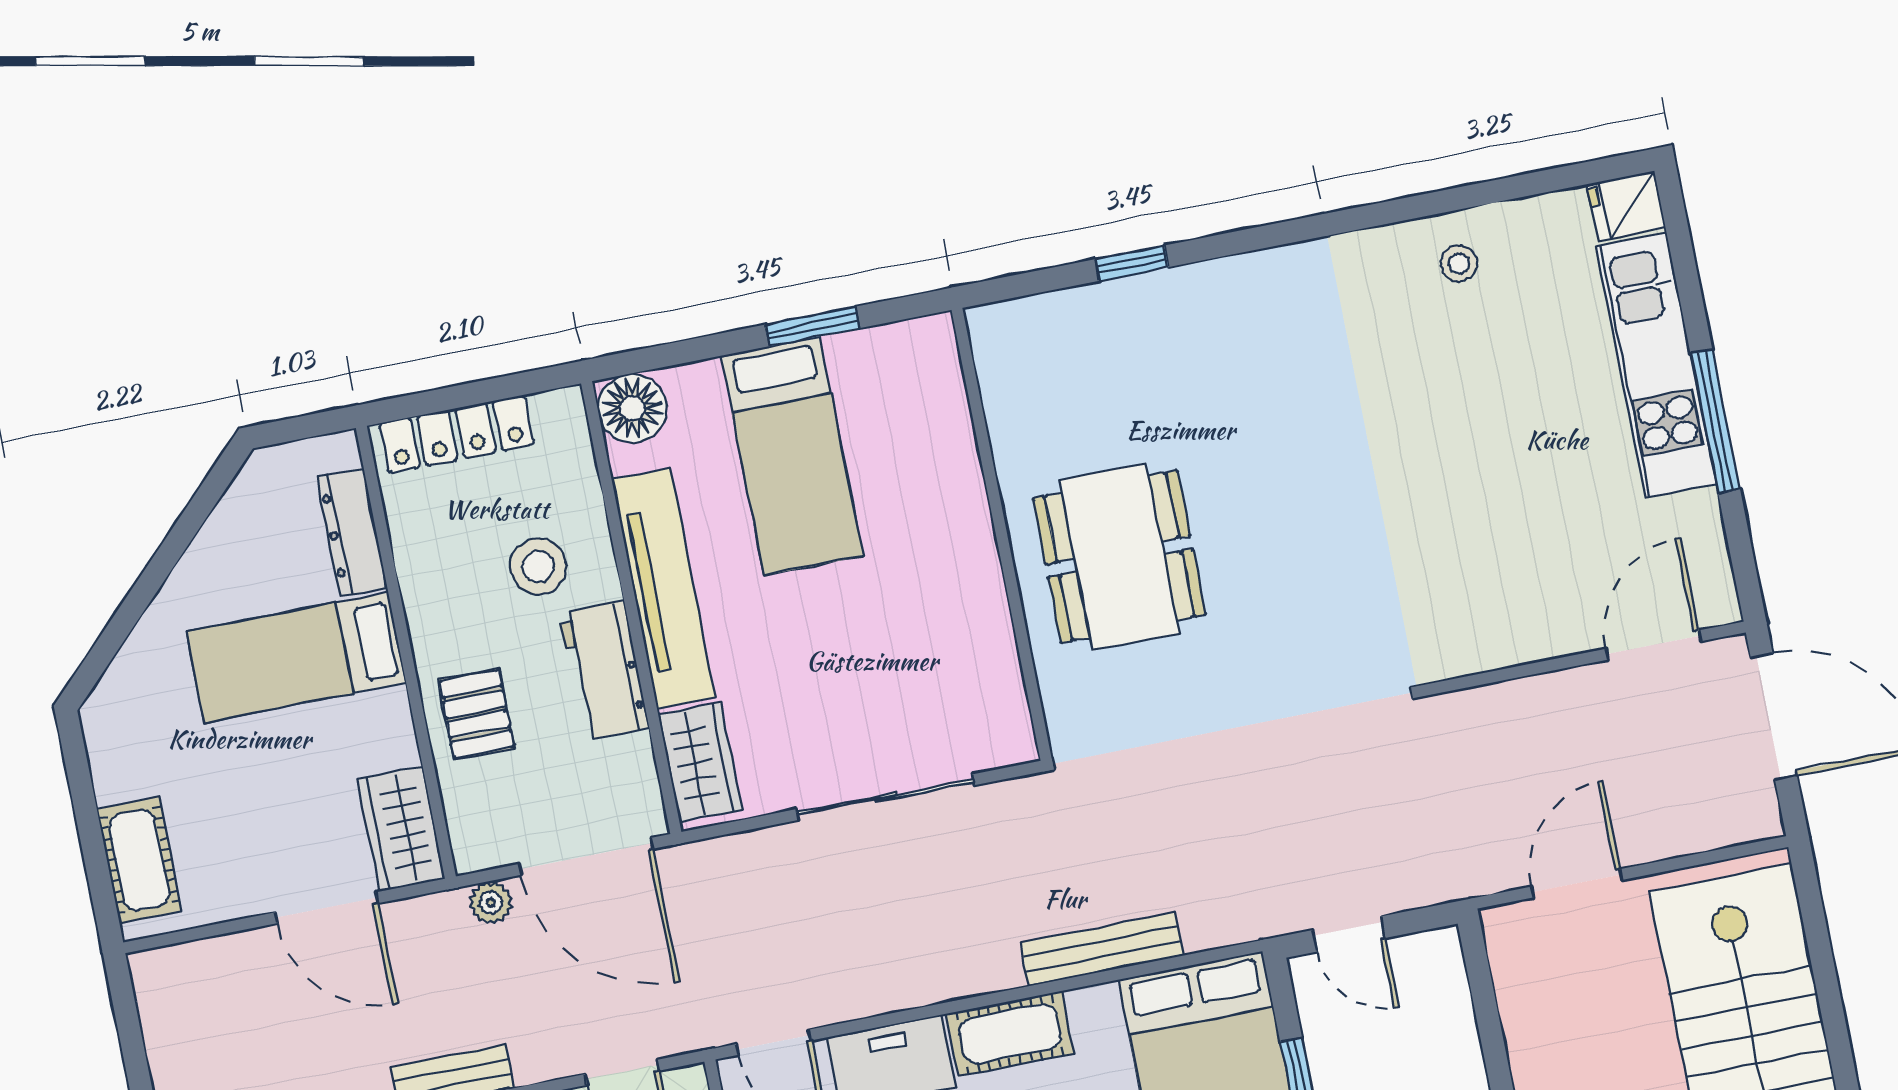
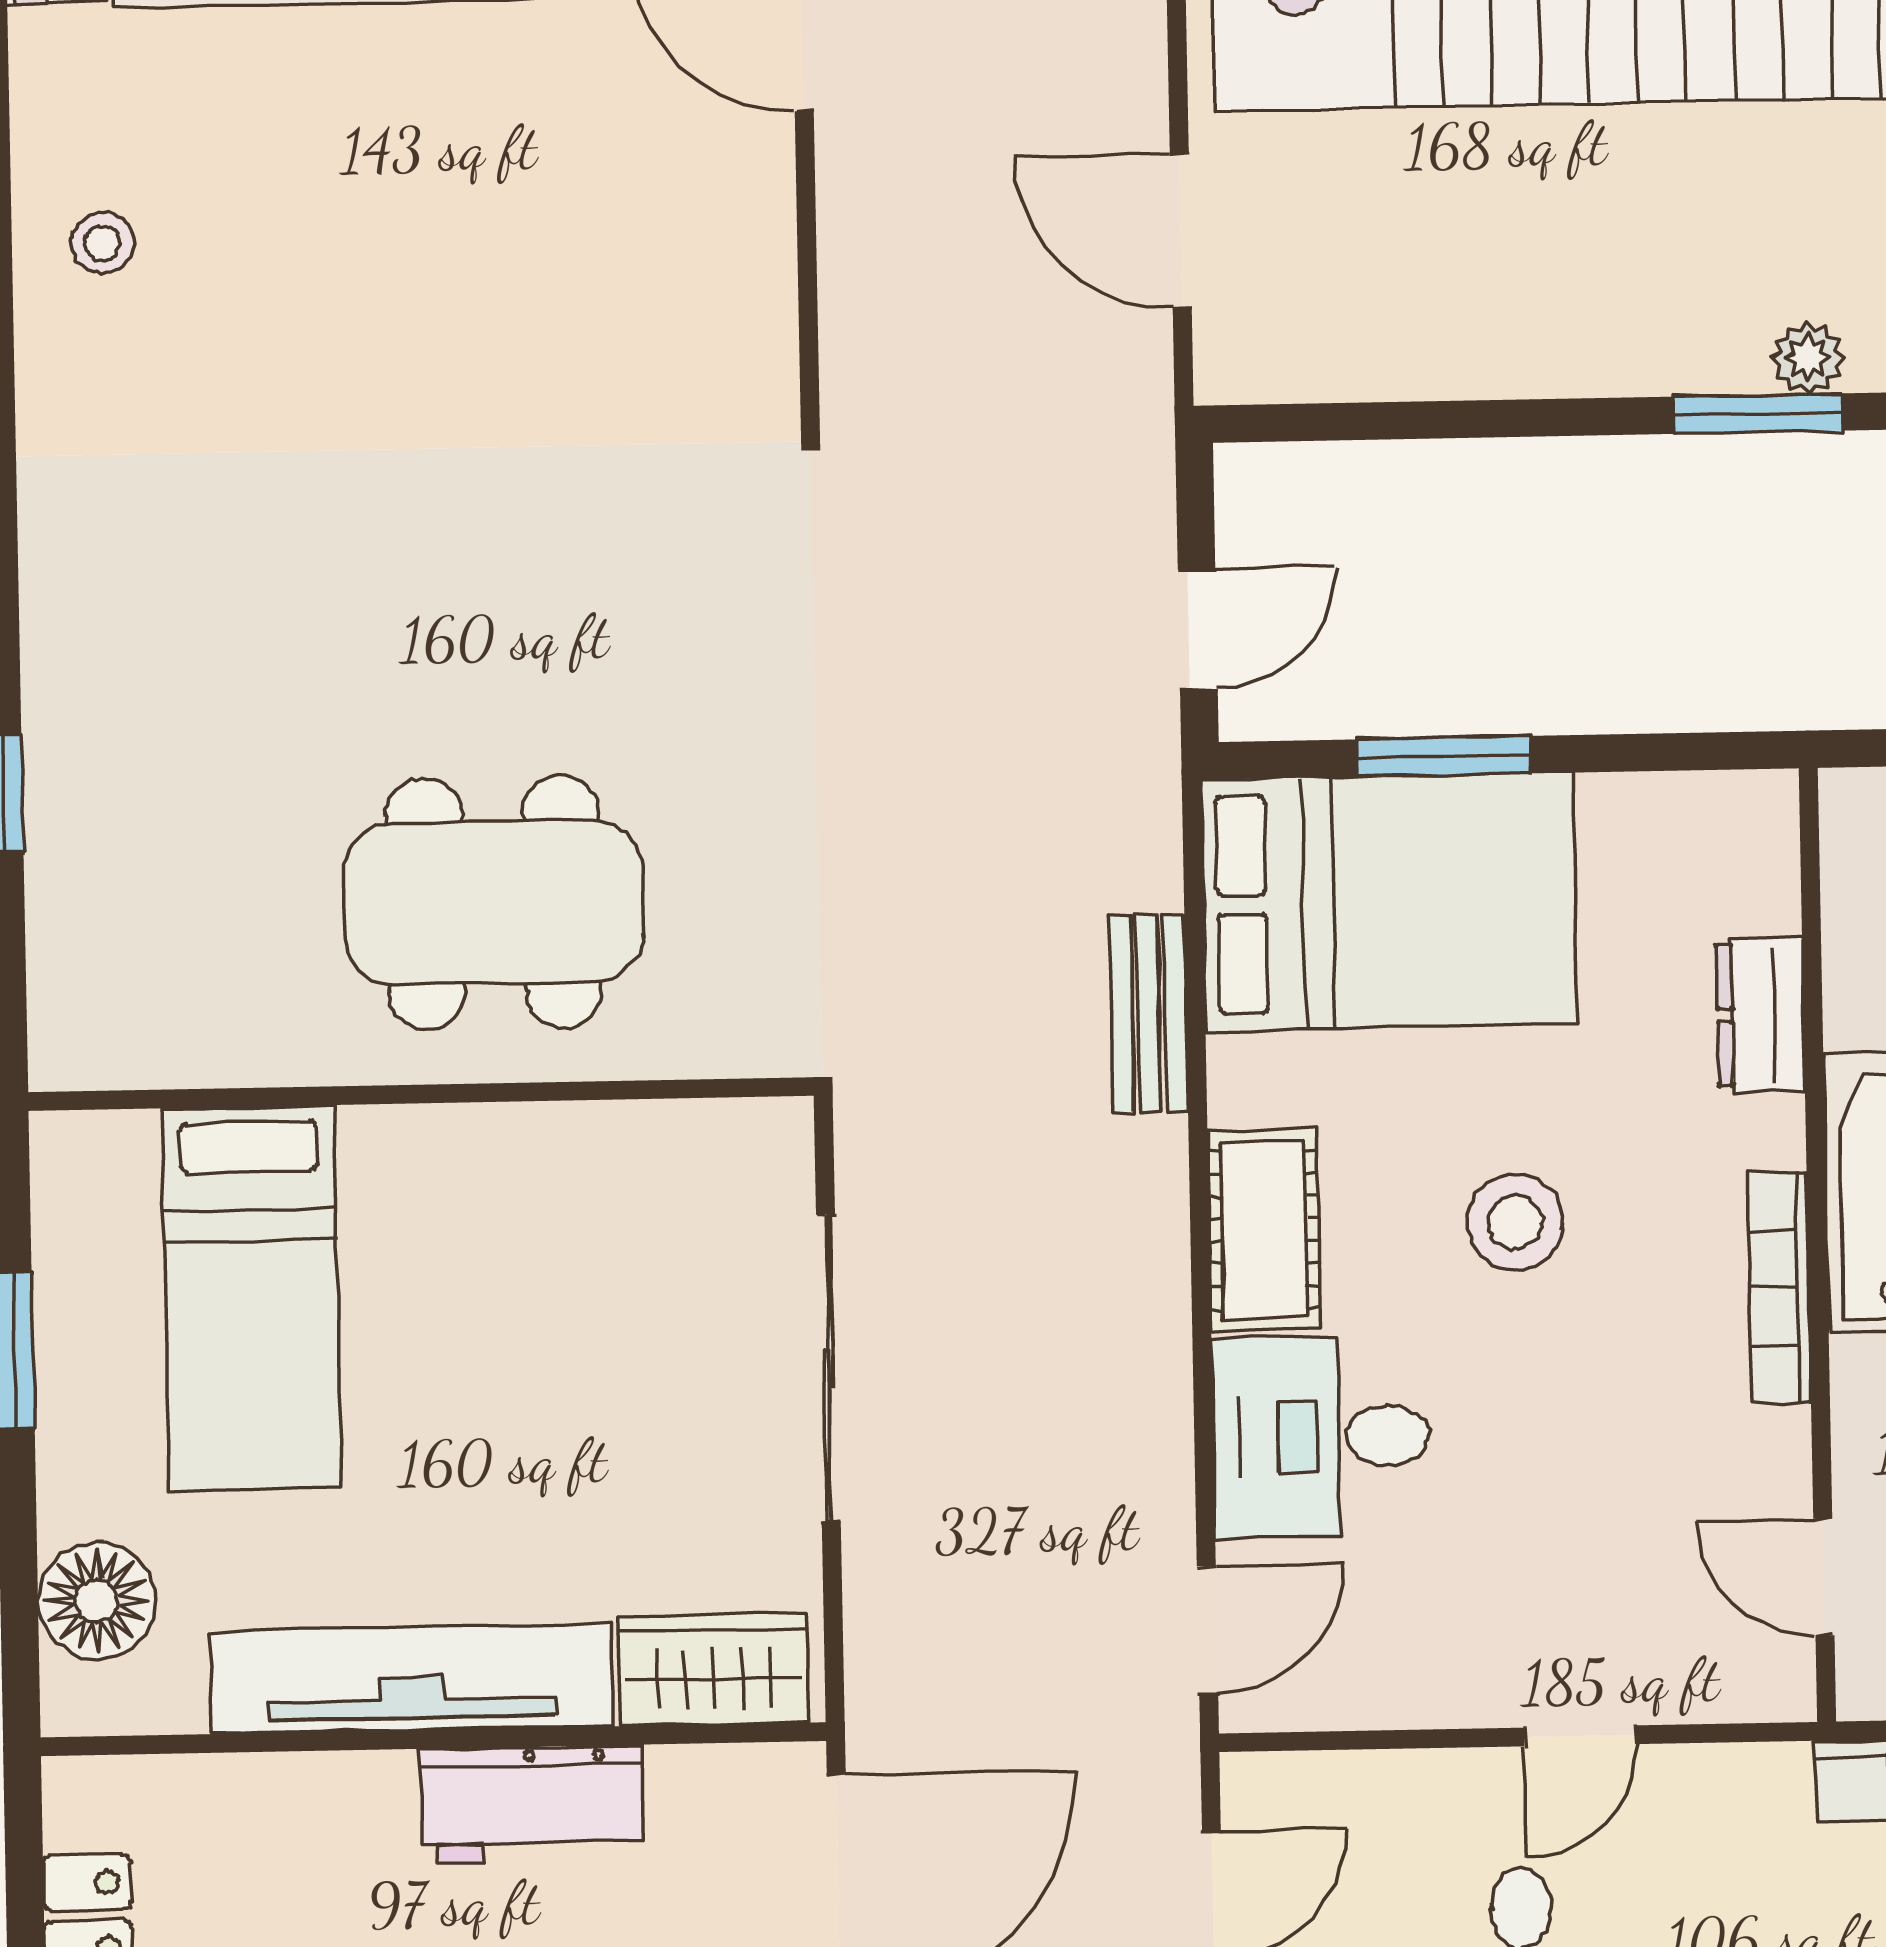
floor lamp: (632, 408) -> (97, 1601), moved
bed: (792, 456) -> (252, 1298), moved, turned 90
stool: (538, 566) -> (336, 1883), removed
bench: (1102, 949) -> (1149, 1014), width x0.73

